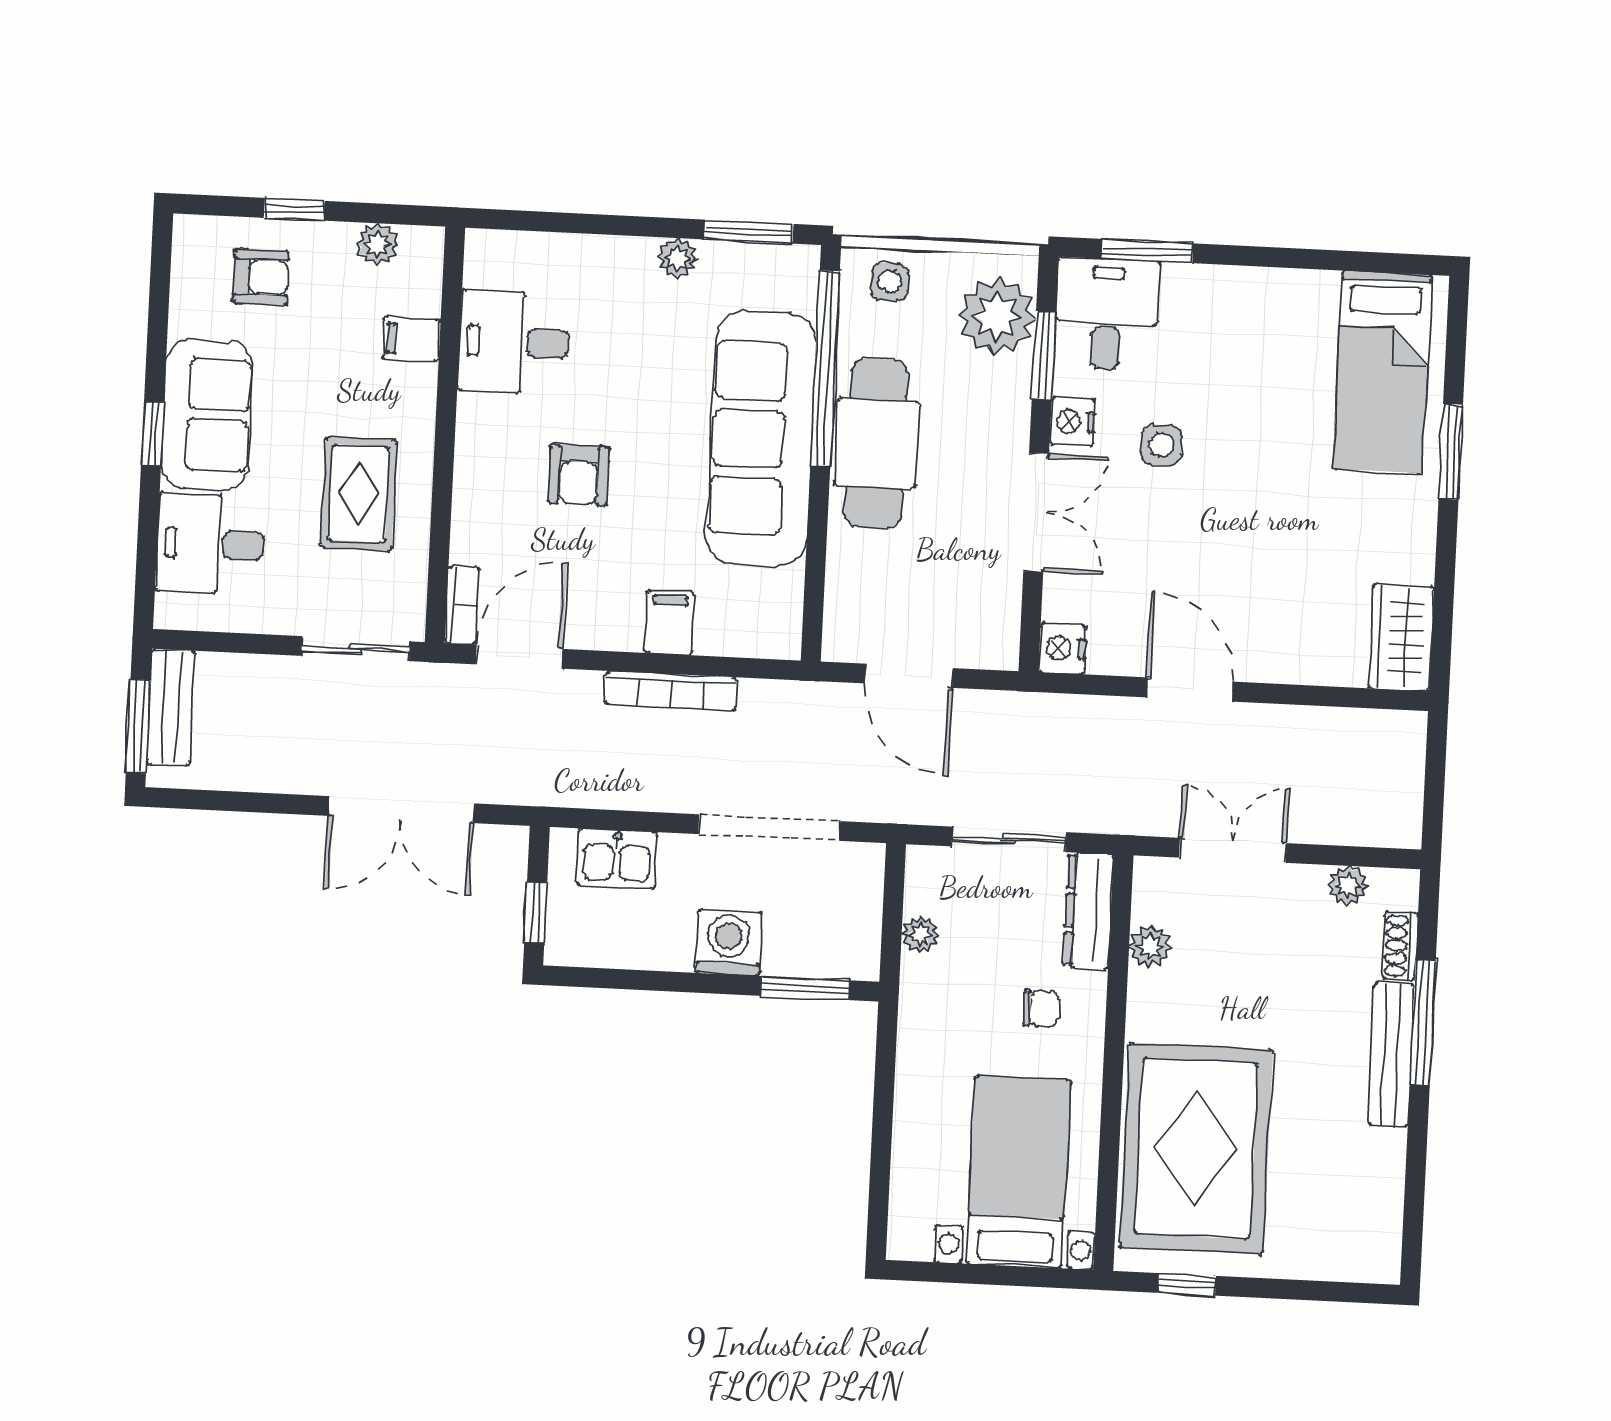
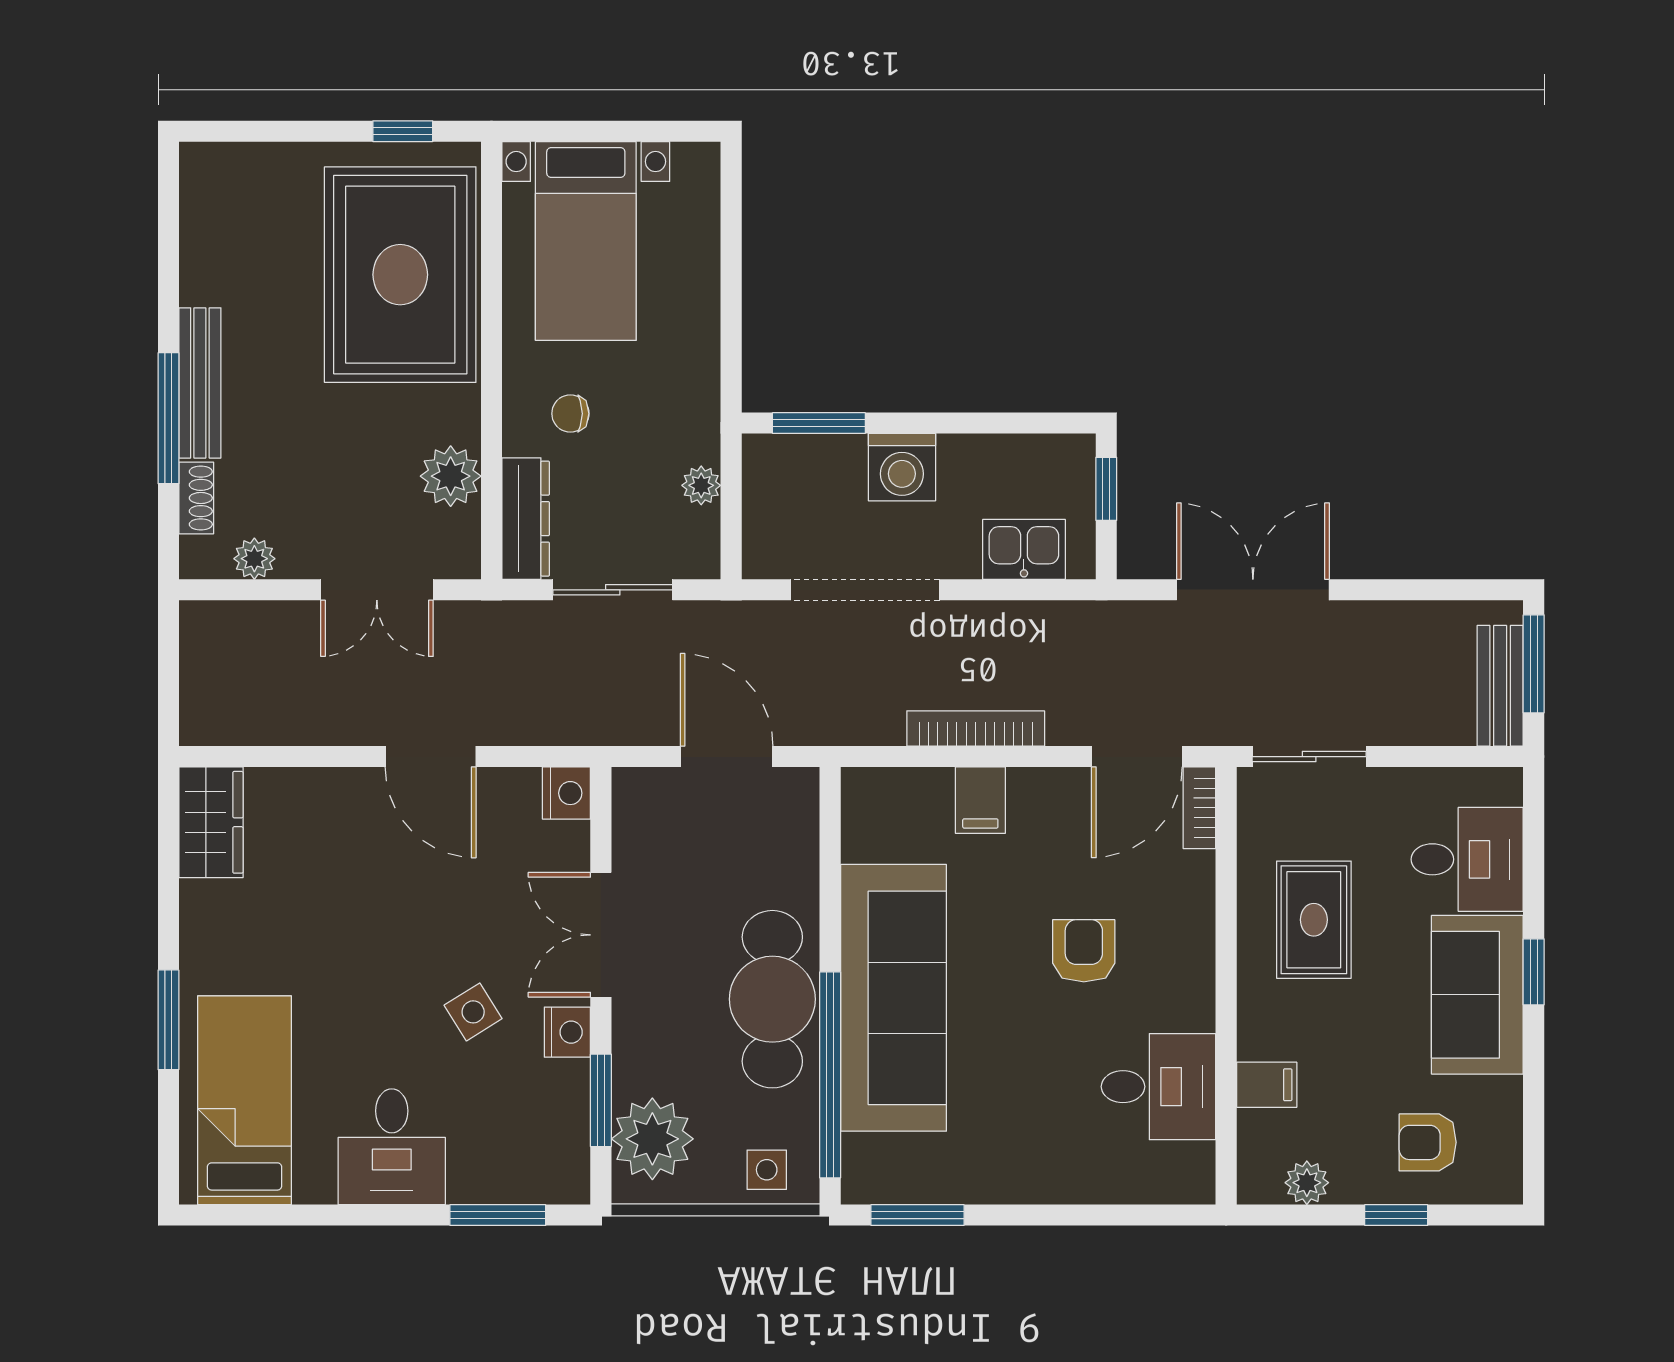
plant: (678, 258) -> (991, 1184), removed
desk: (1107, 314) -> (392, 1147), moved
side table: (1161, 445) -> (473, 1012), turned -32
plant: (1150, 946) -> (451, 476), width x1.38, depth x1.38

